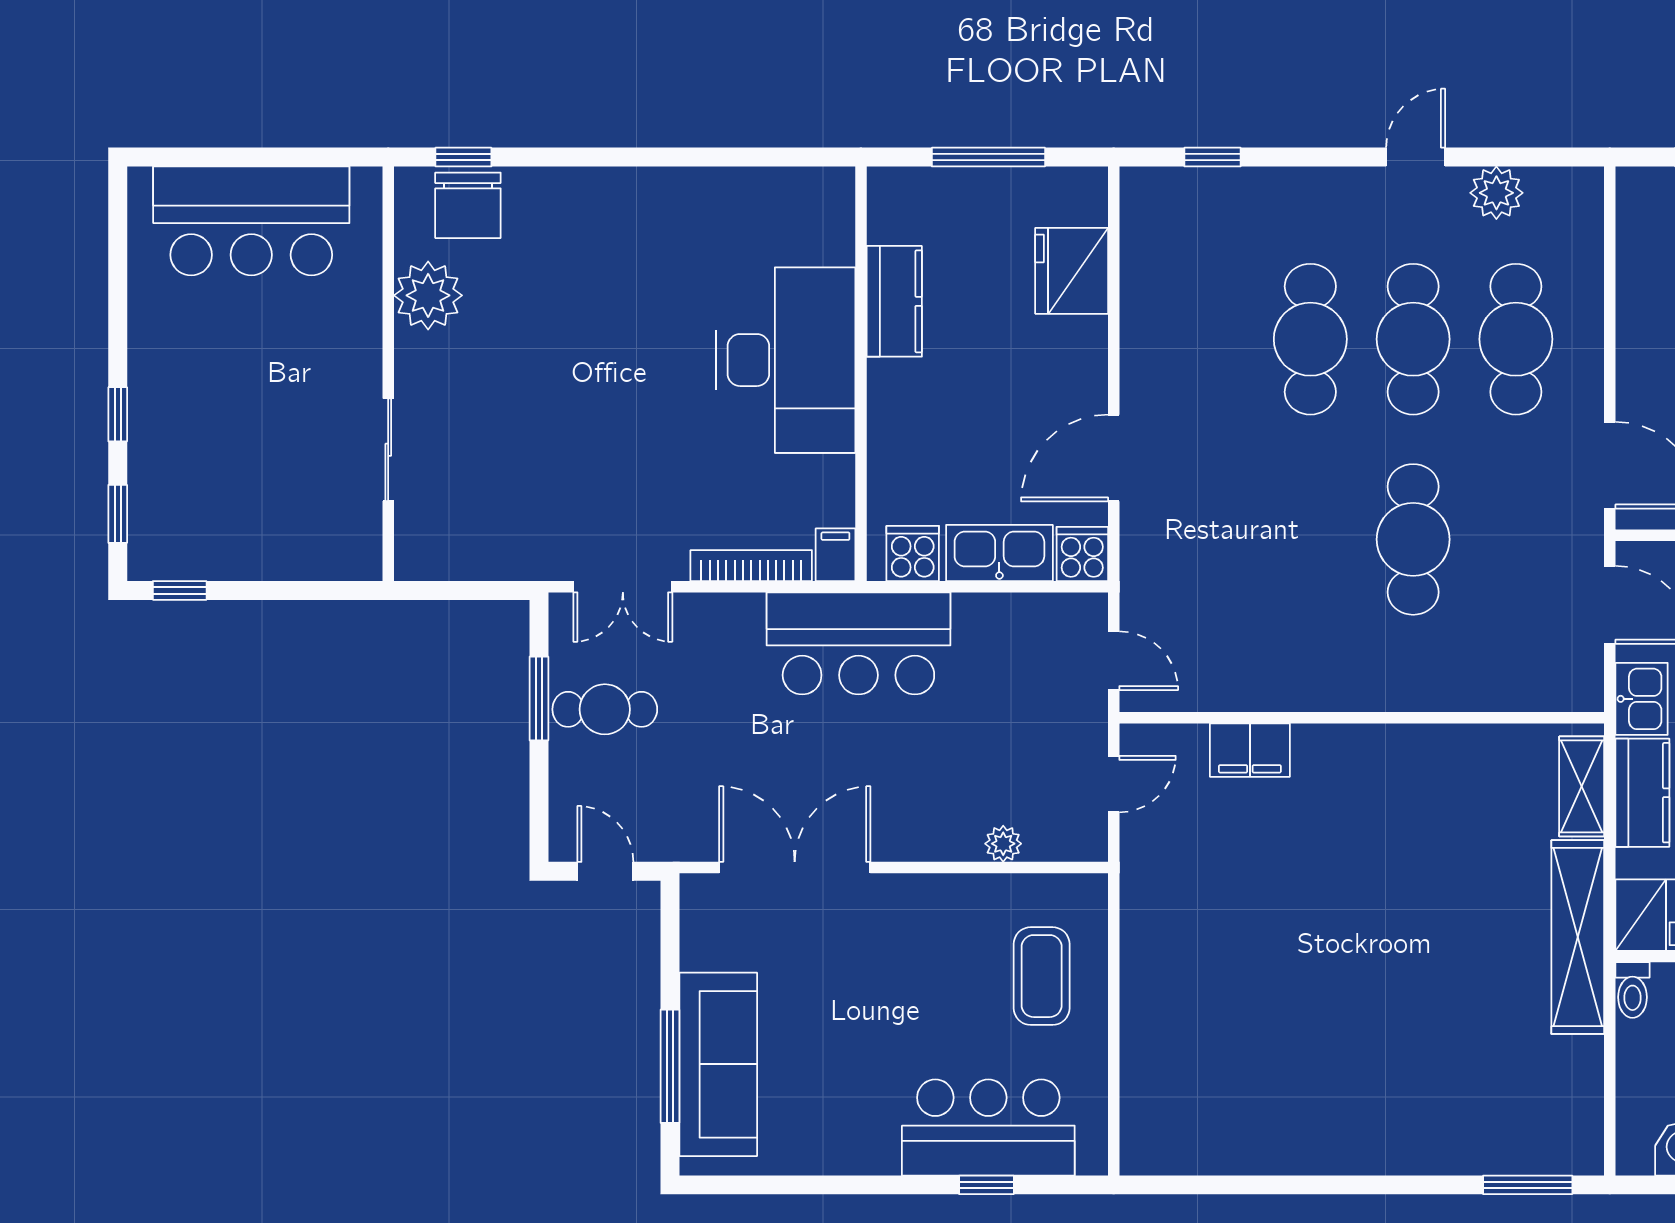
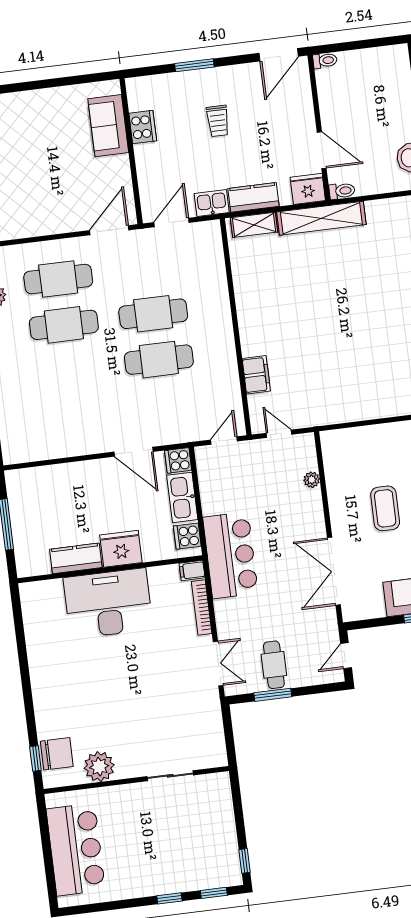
fridge: (1072, 271) -> (121, 549), moved, turned 180
cafe table: (1310, 339) -> (159, 360), moved
coffee table: (1042, 976) -> (385, 508), moved, turned 90

